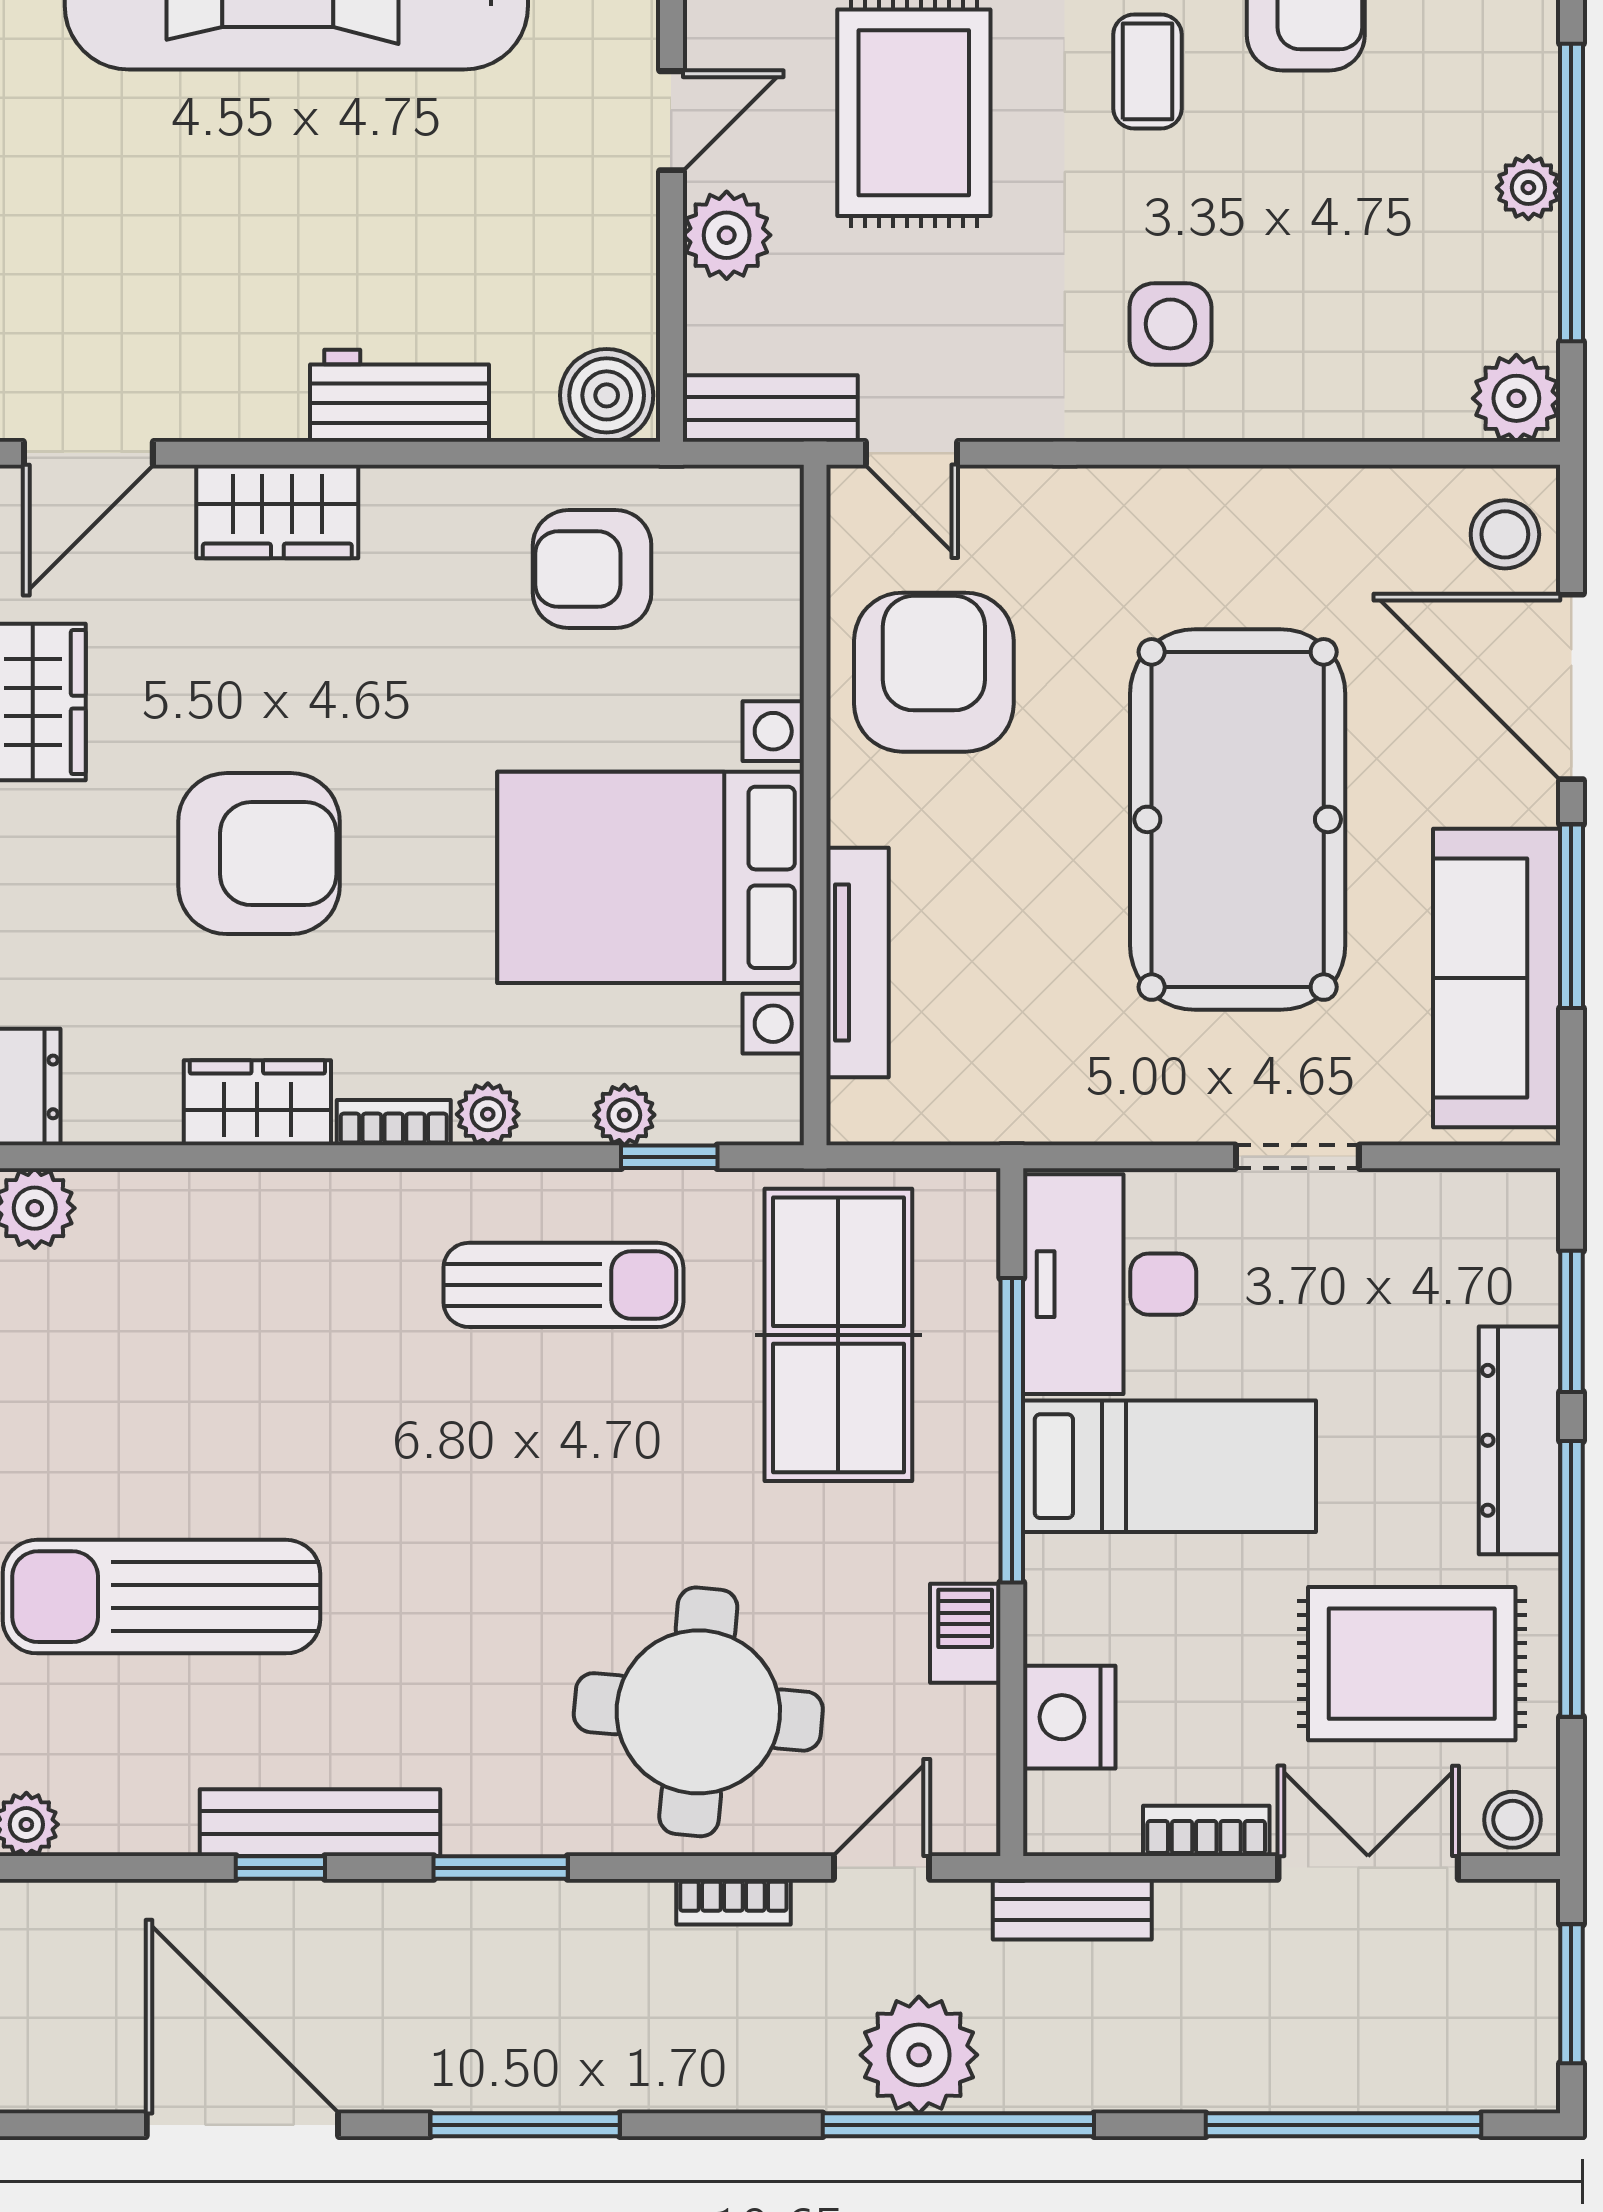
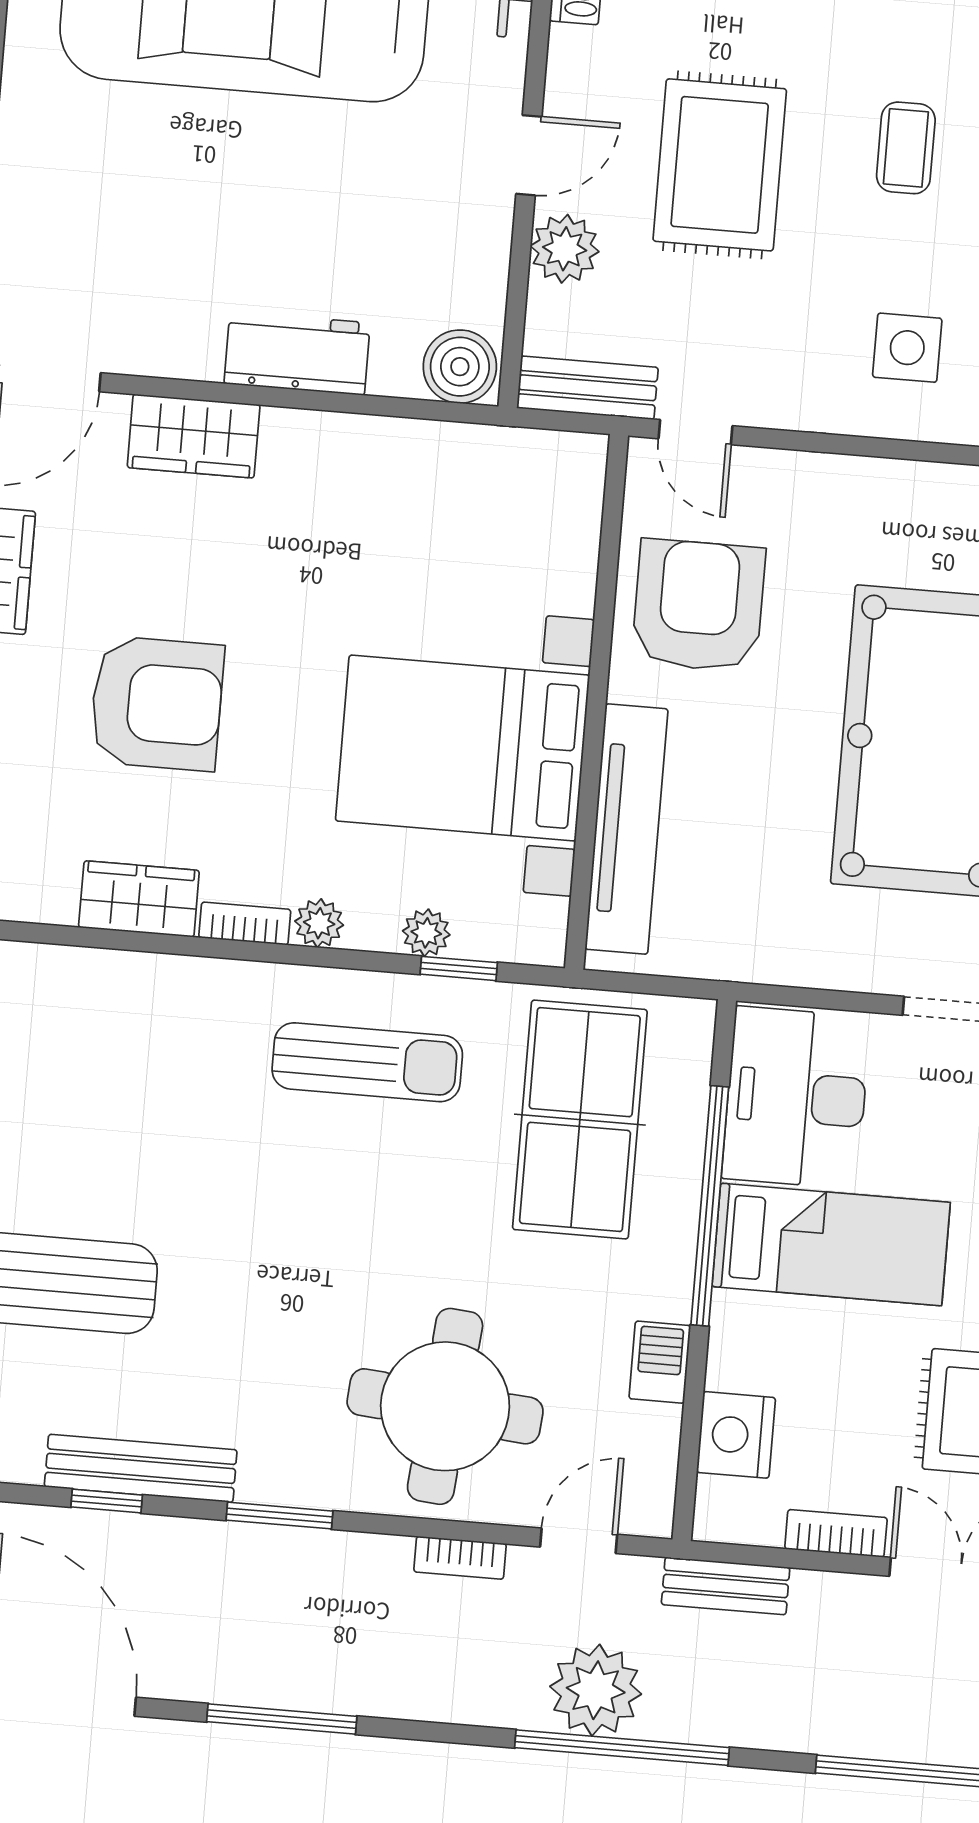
armchair: (592, 569) -> (437, 502), removed
tv unit: (858, 963) -> (626, 829), width x1.36, depth x1.29

